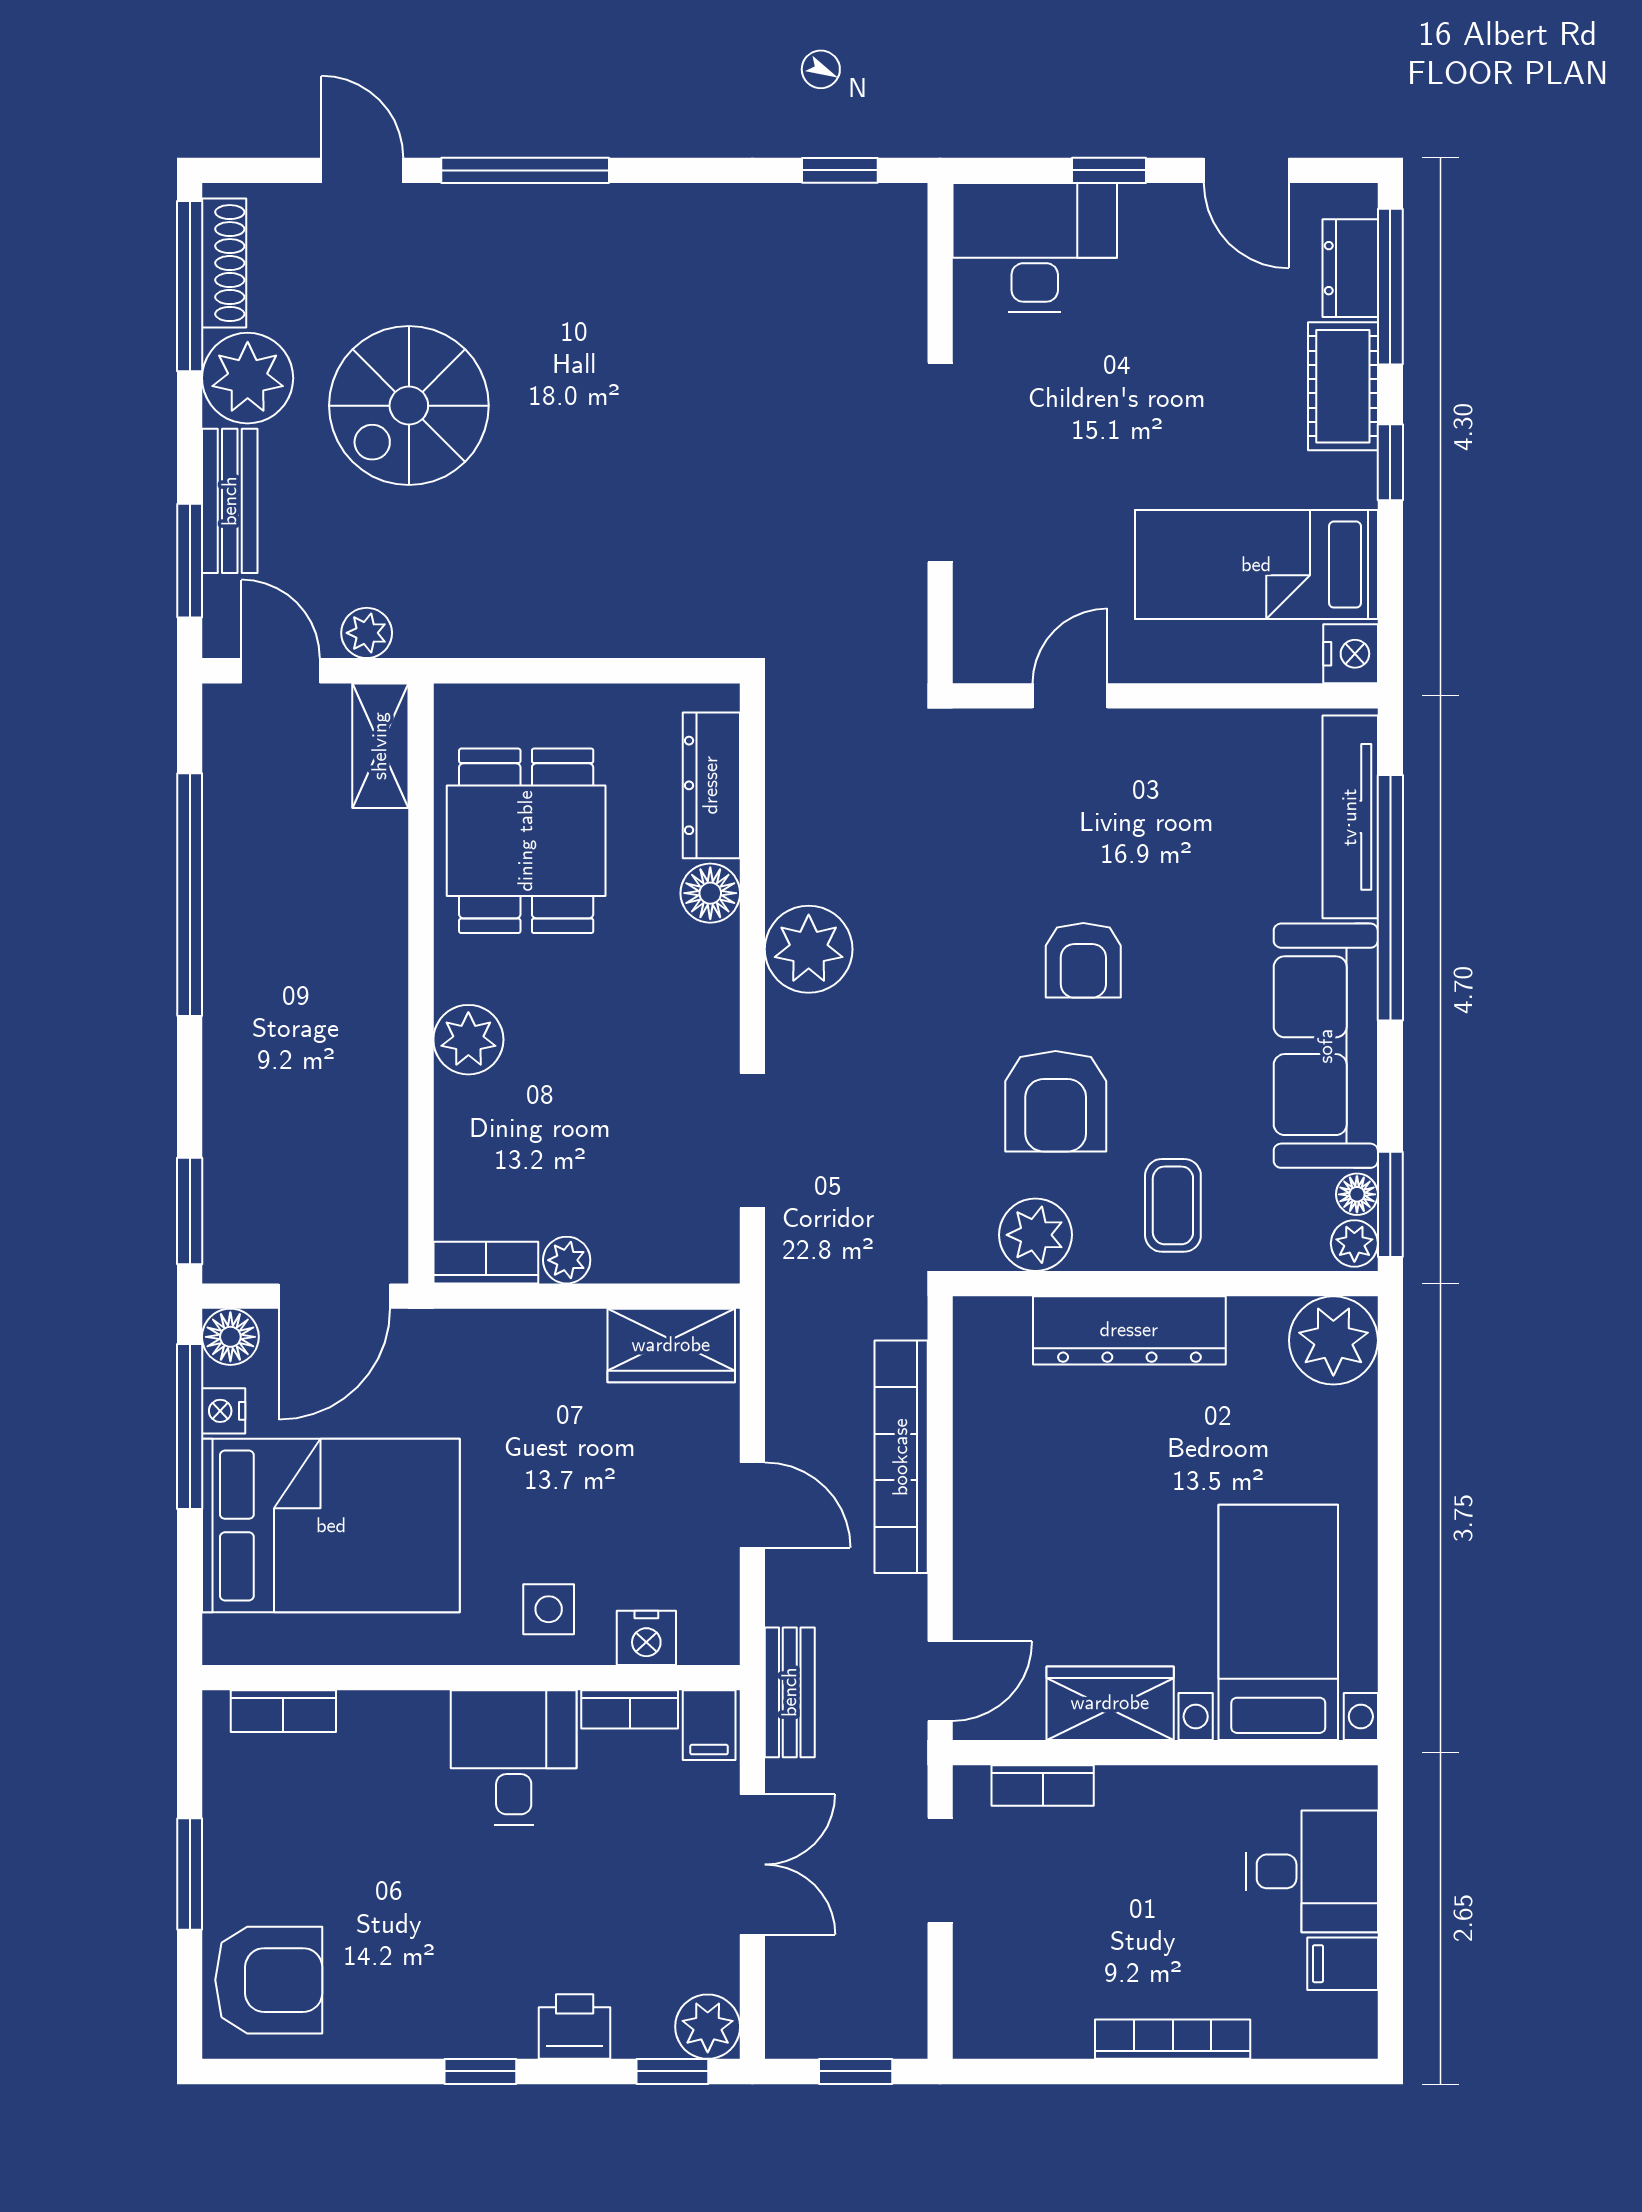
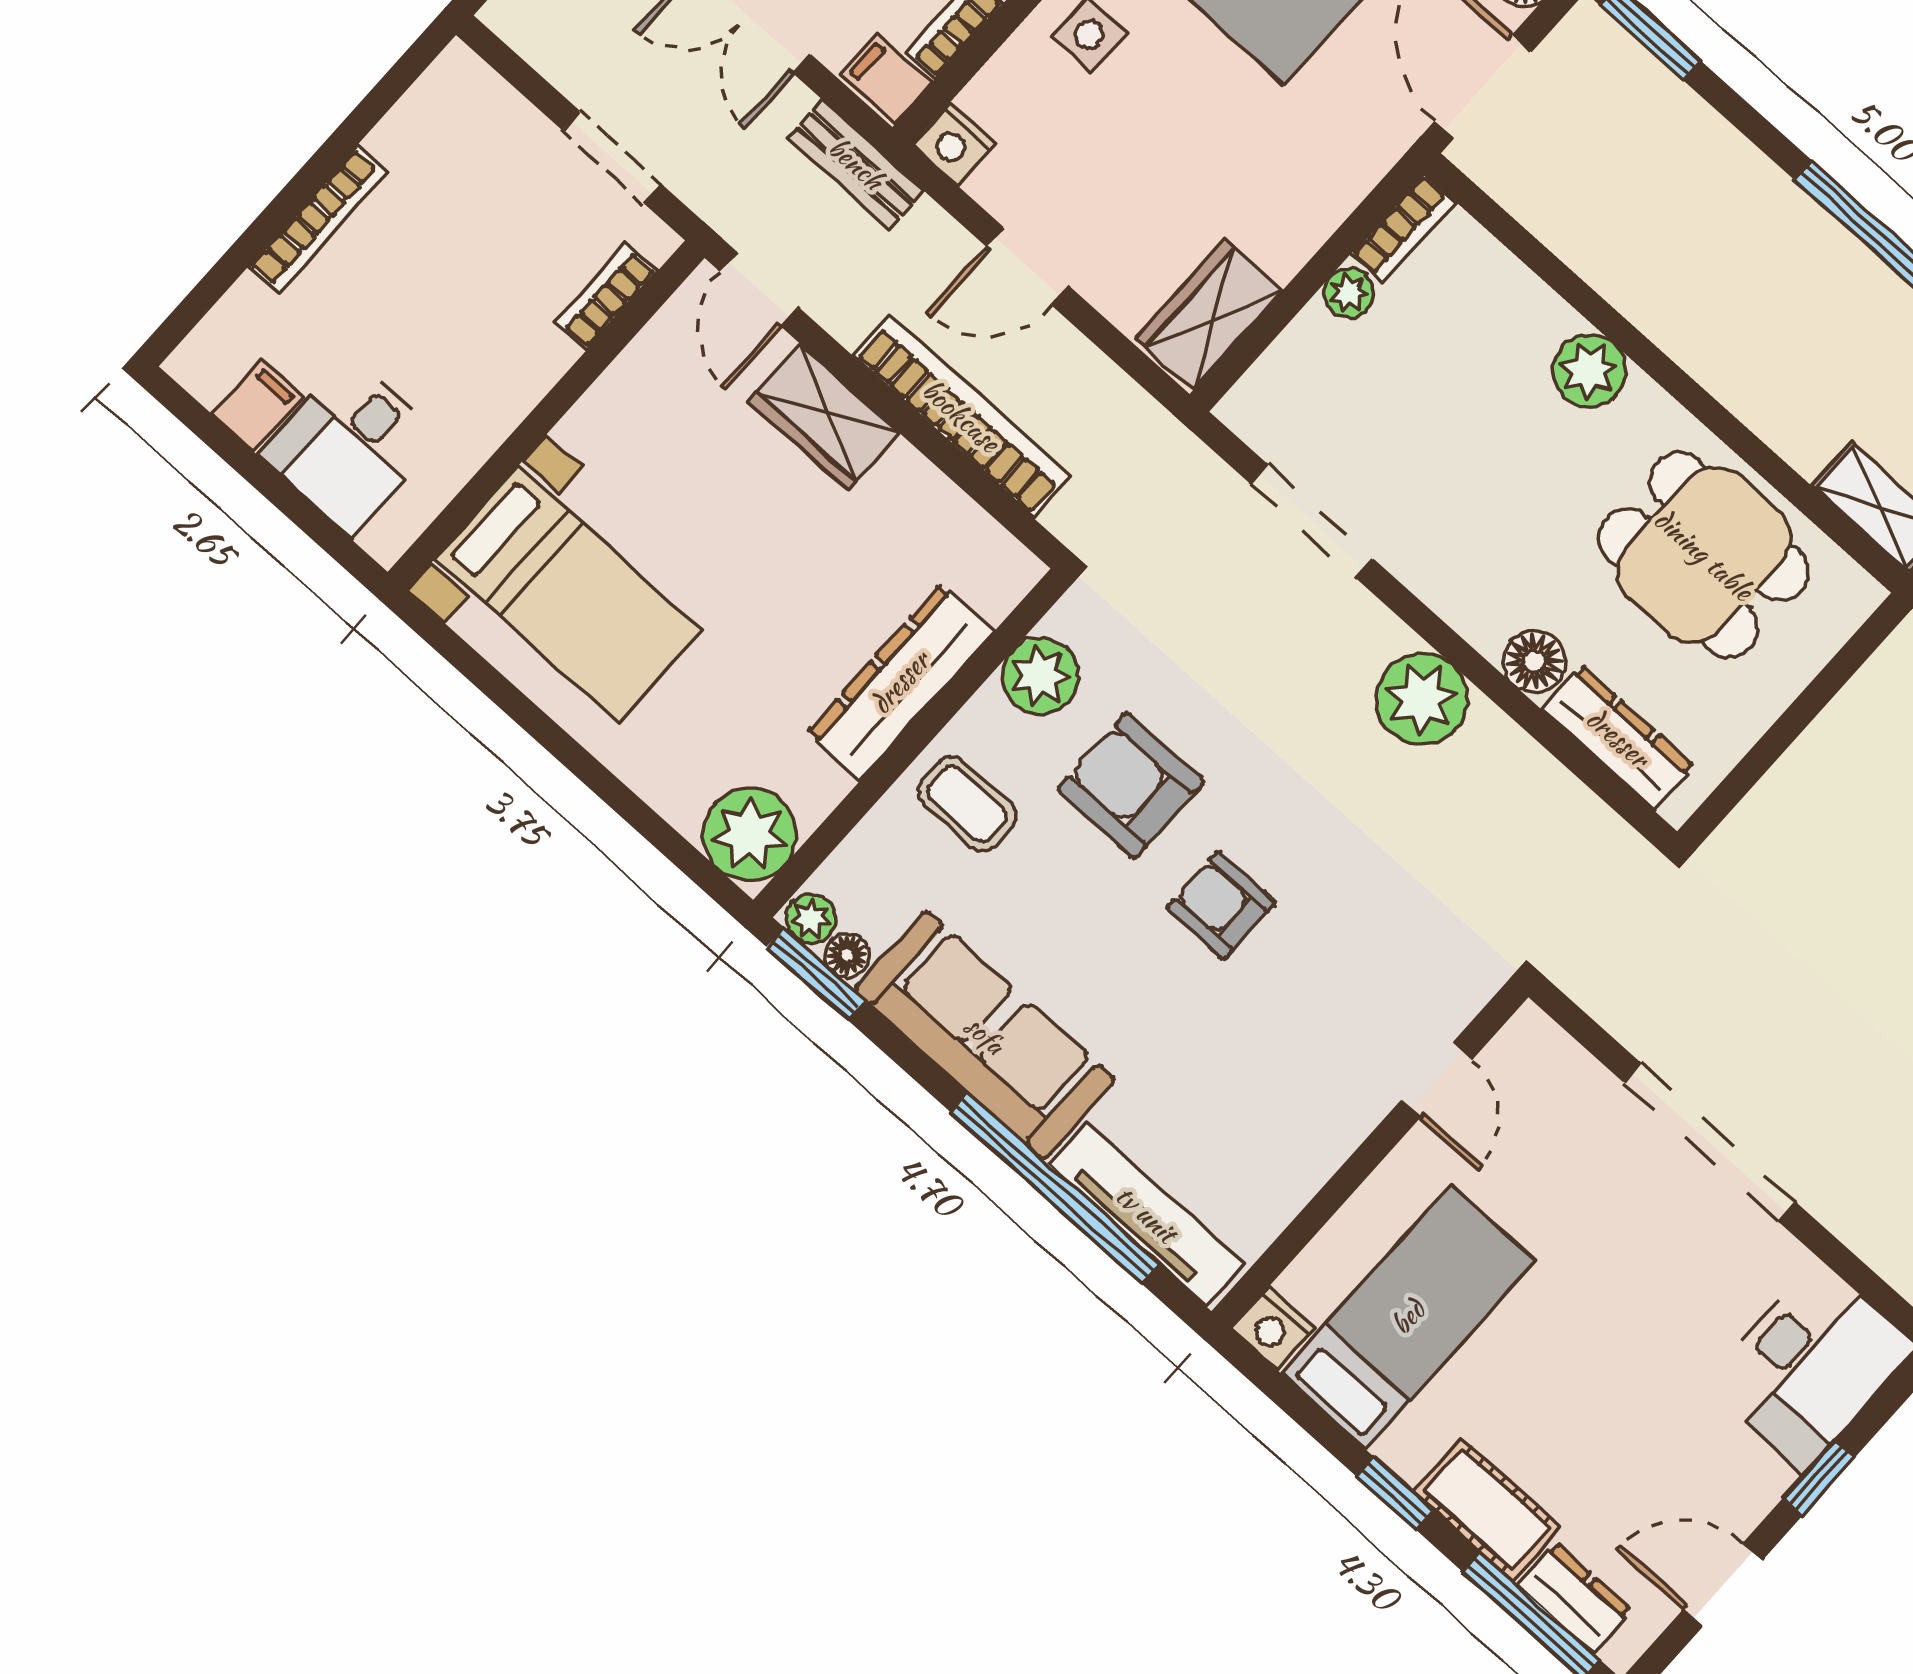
nightstand: (646, 1638) -> (954, 144), moved, turned -90
wardrobe: (1110, 1703) -> (824, 417), moved, turned 90

